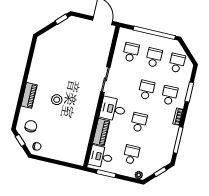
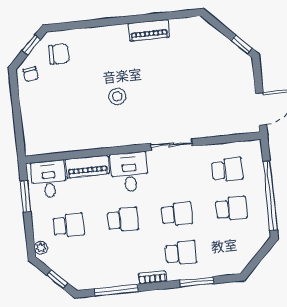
school desk: (177, 63) -> (235, 247), removed
piano: (29, 95) -> (149, 30), moved
stool: (57, 100) -> (117, 96), moved

